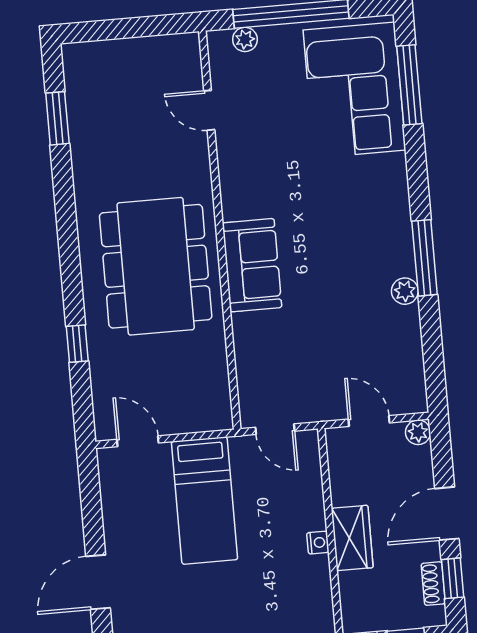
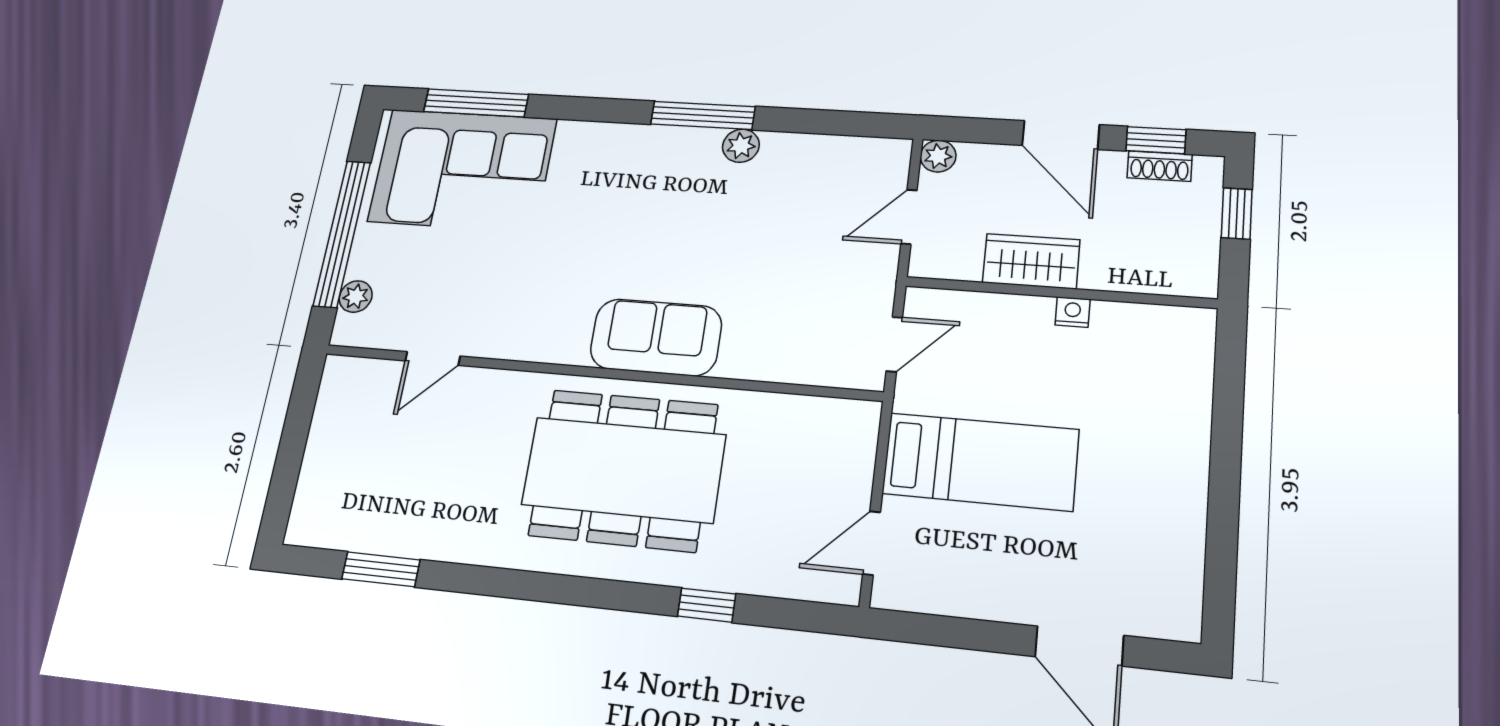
wardrobe: (352, 538) -> (1031, 261), moved

